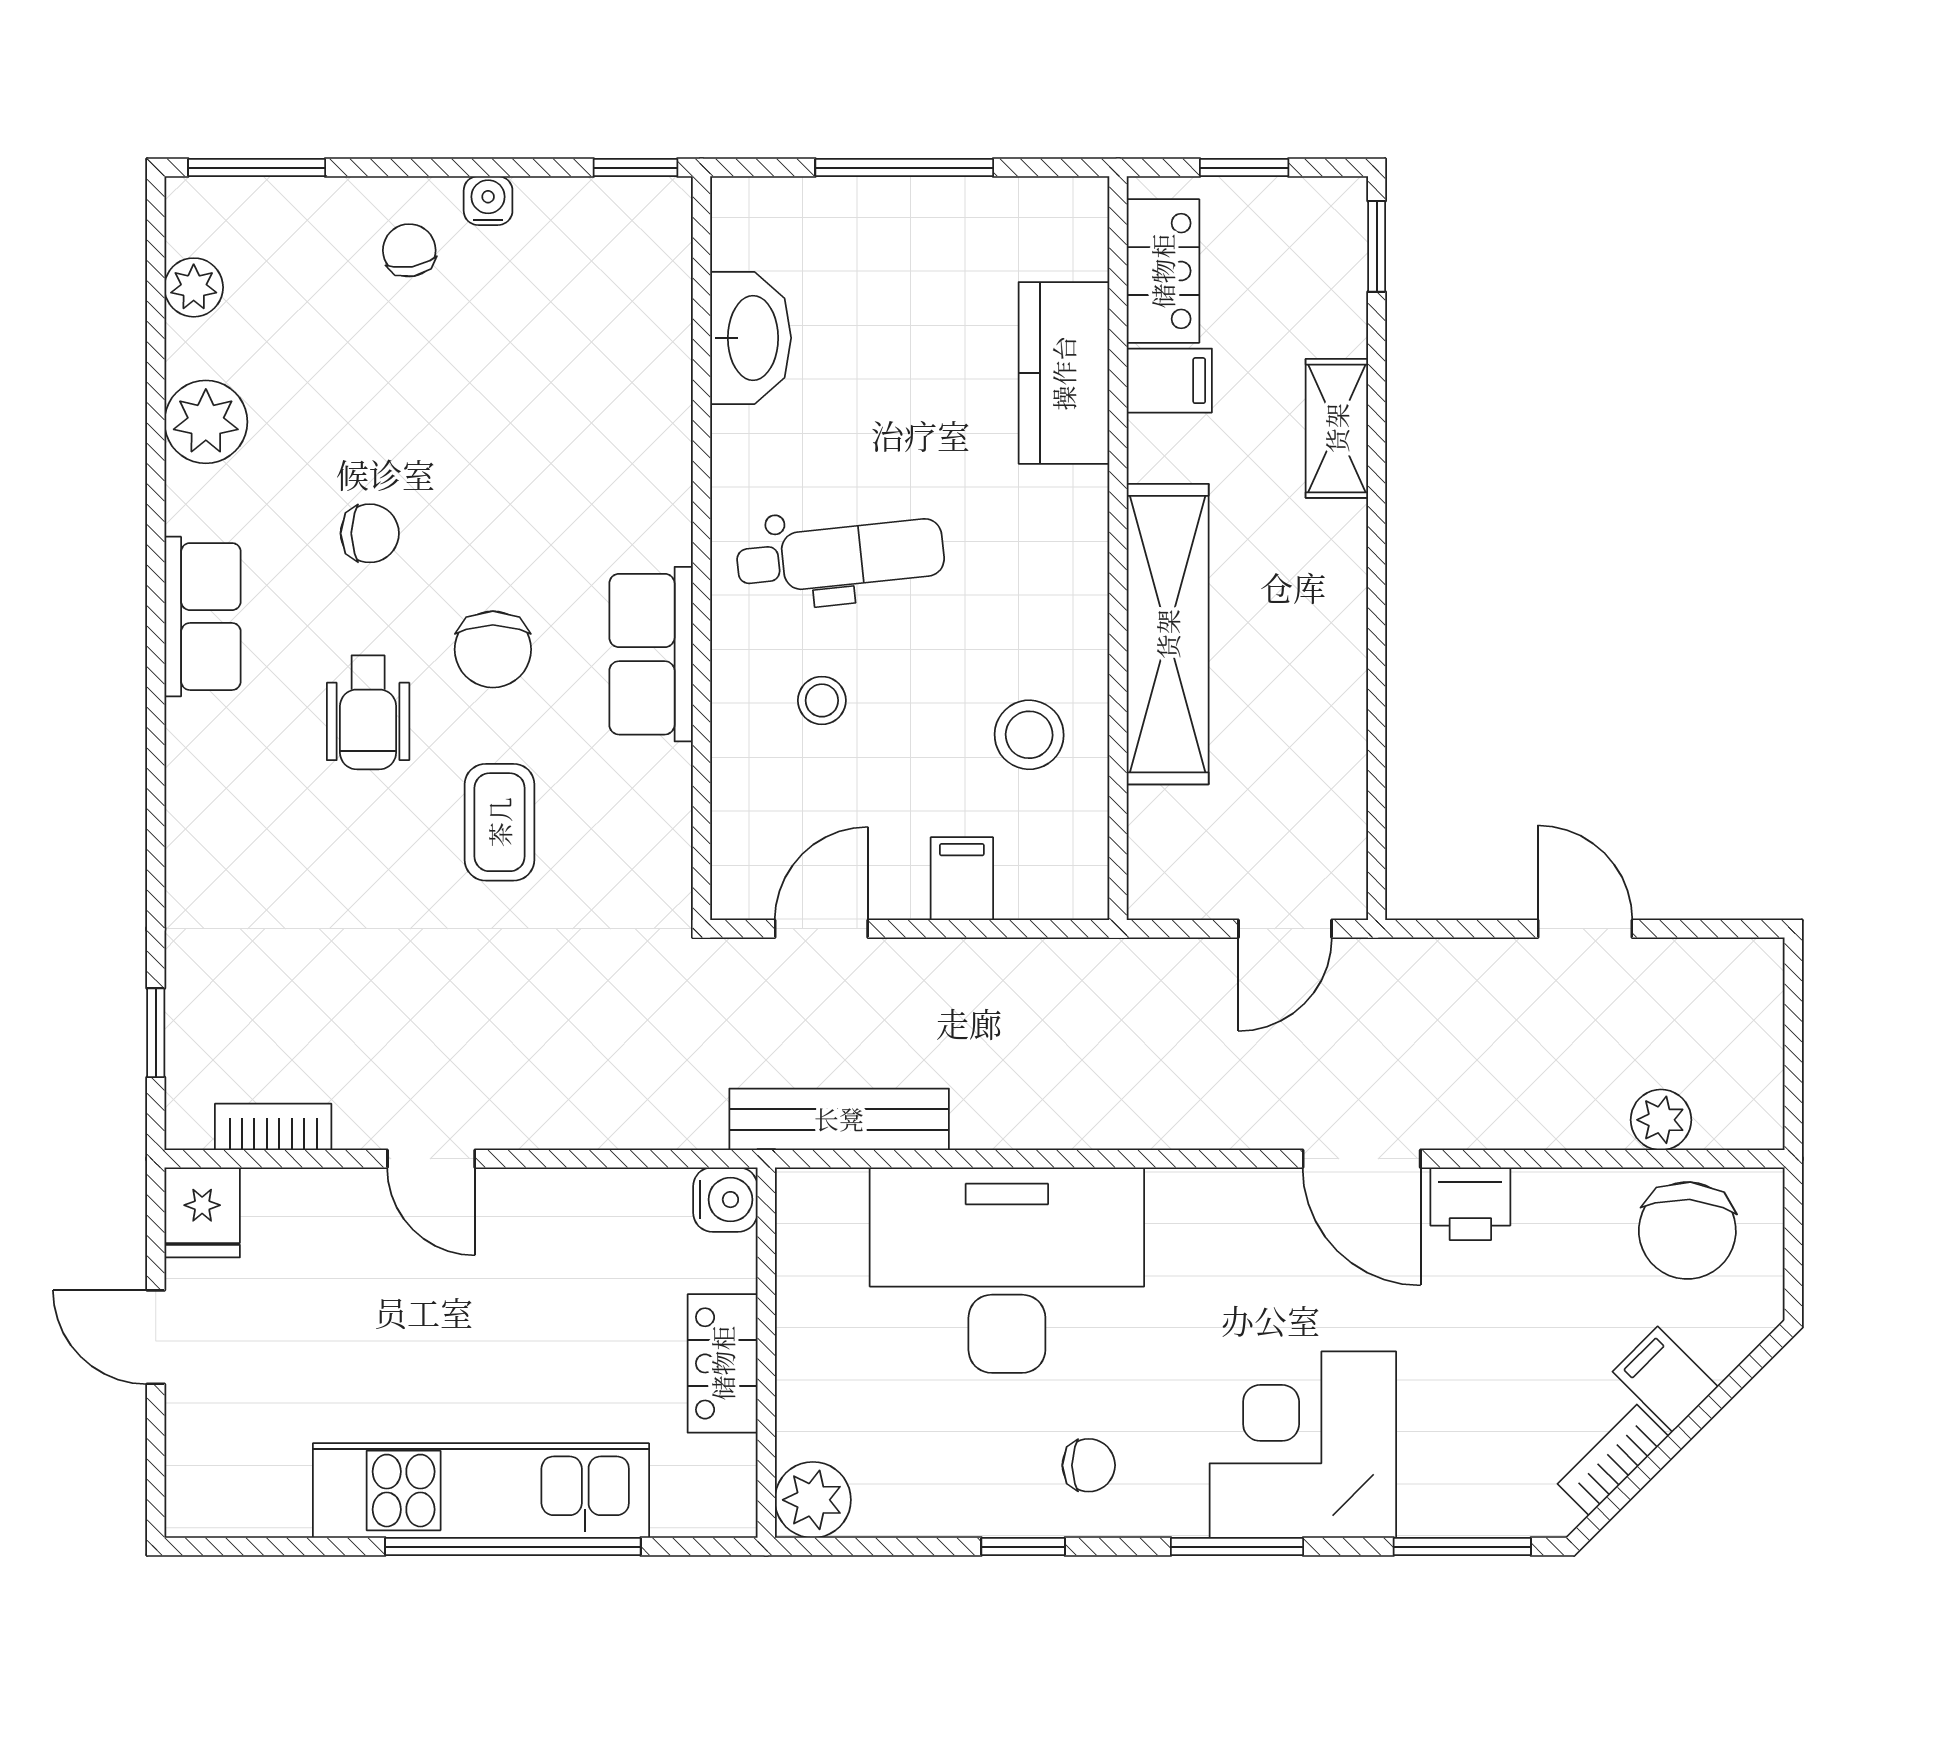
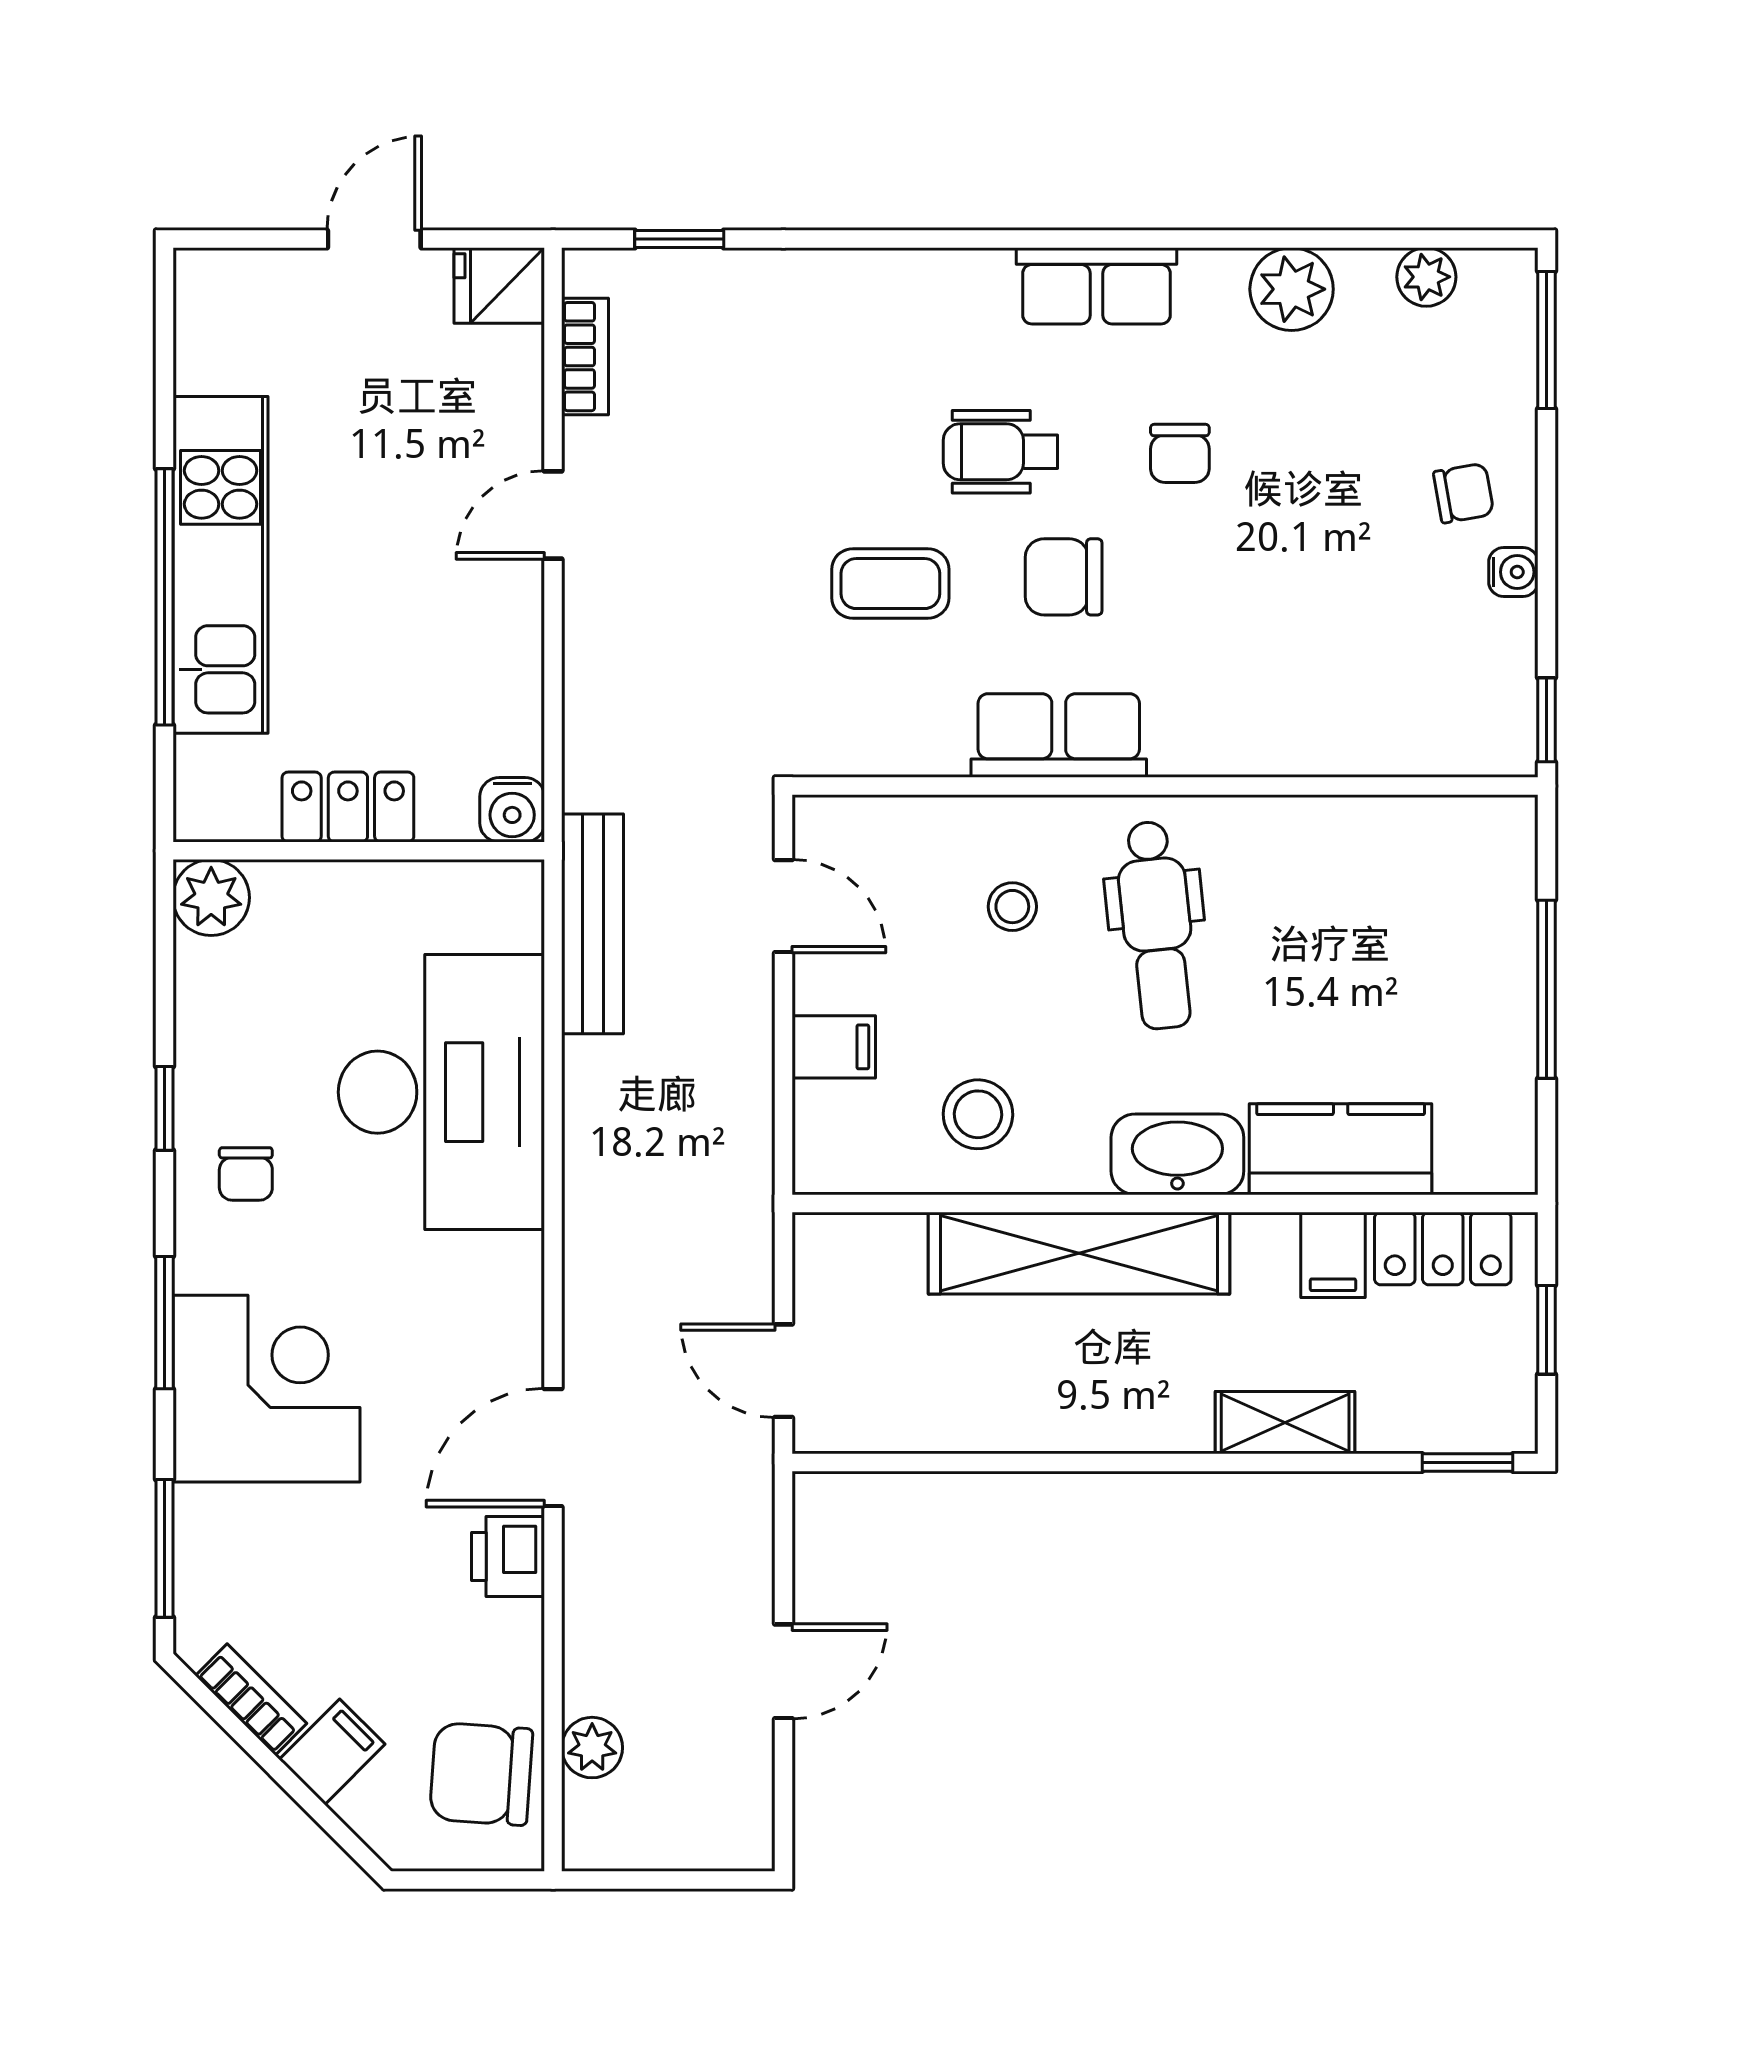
washbasin: (751, 338) -> (1177, 1154), moved, turned 180

